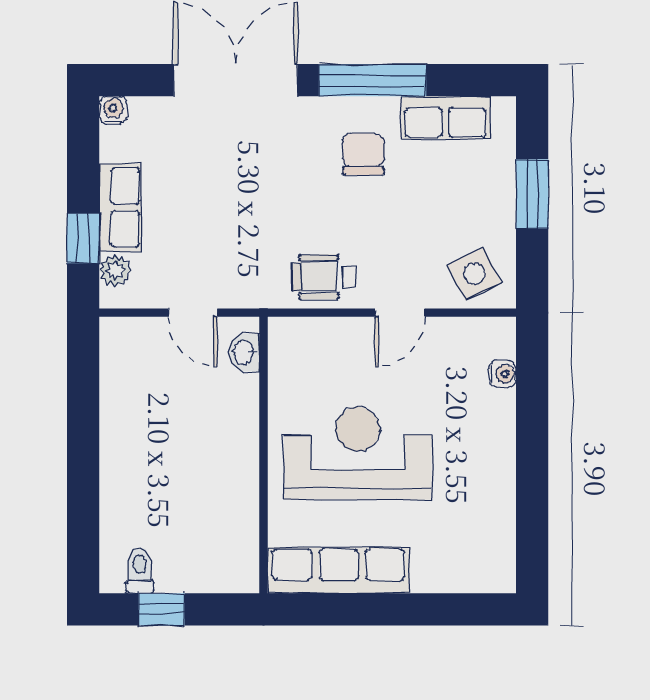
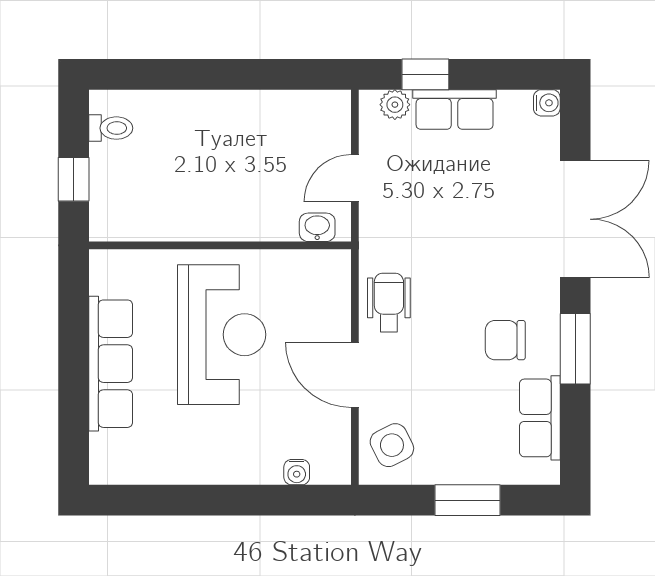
window: (372, 80) -> (575, 349), width x0.69
chair: (363, 154) -> (505, 340), turned 180
door: (400, 313) -> (355, 375), width x1.38
row of seats: (339, 570) -> (111, 364), moved
window: (162, 609) -> (74, 179), moved

